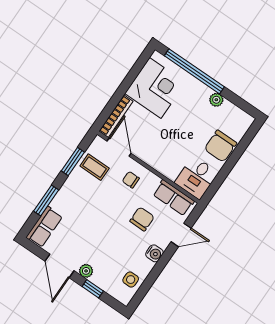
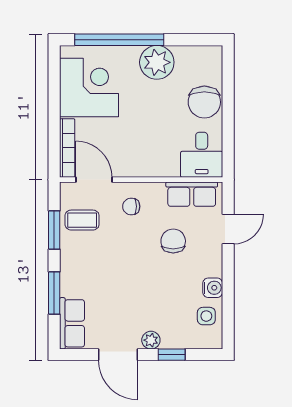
plant: (216, 100) -> (157, 62), width x1.88, depth x1.88
water cooler: (154, 253) -> (213, 288), moved

